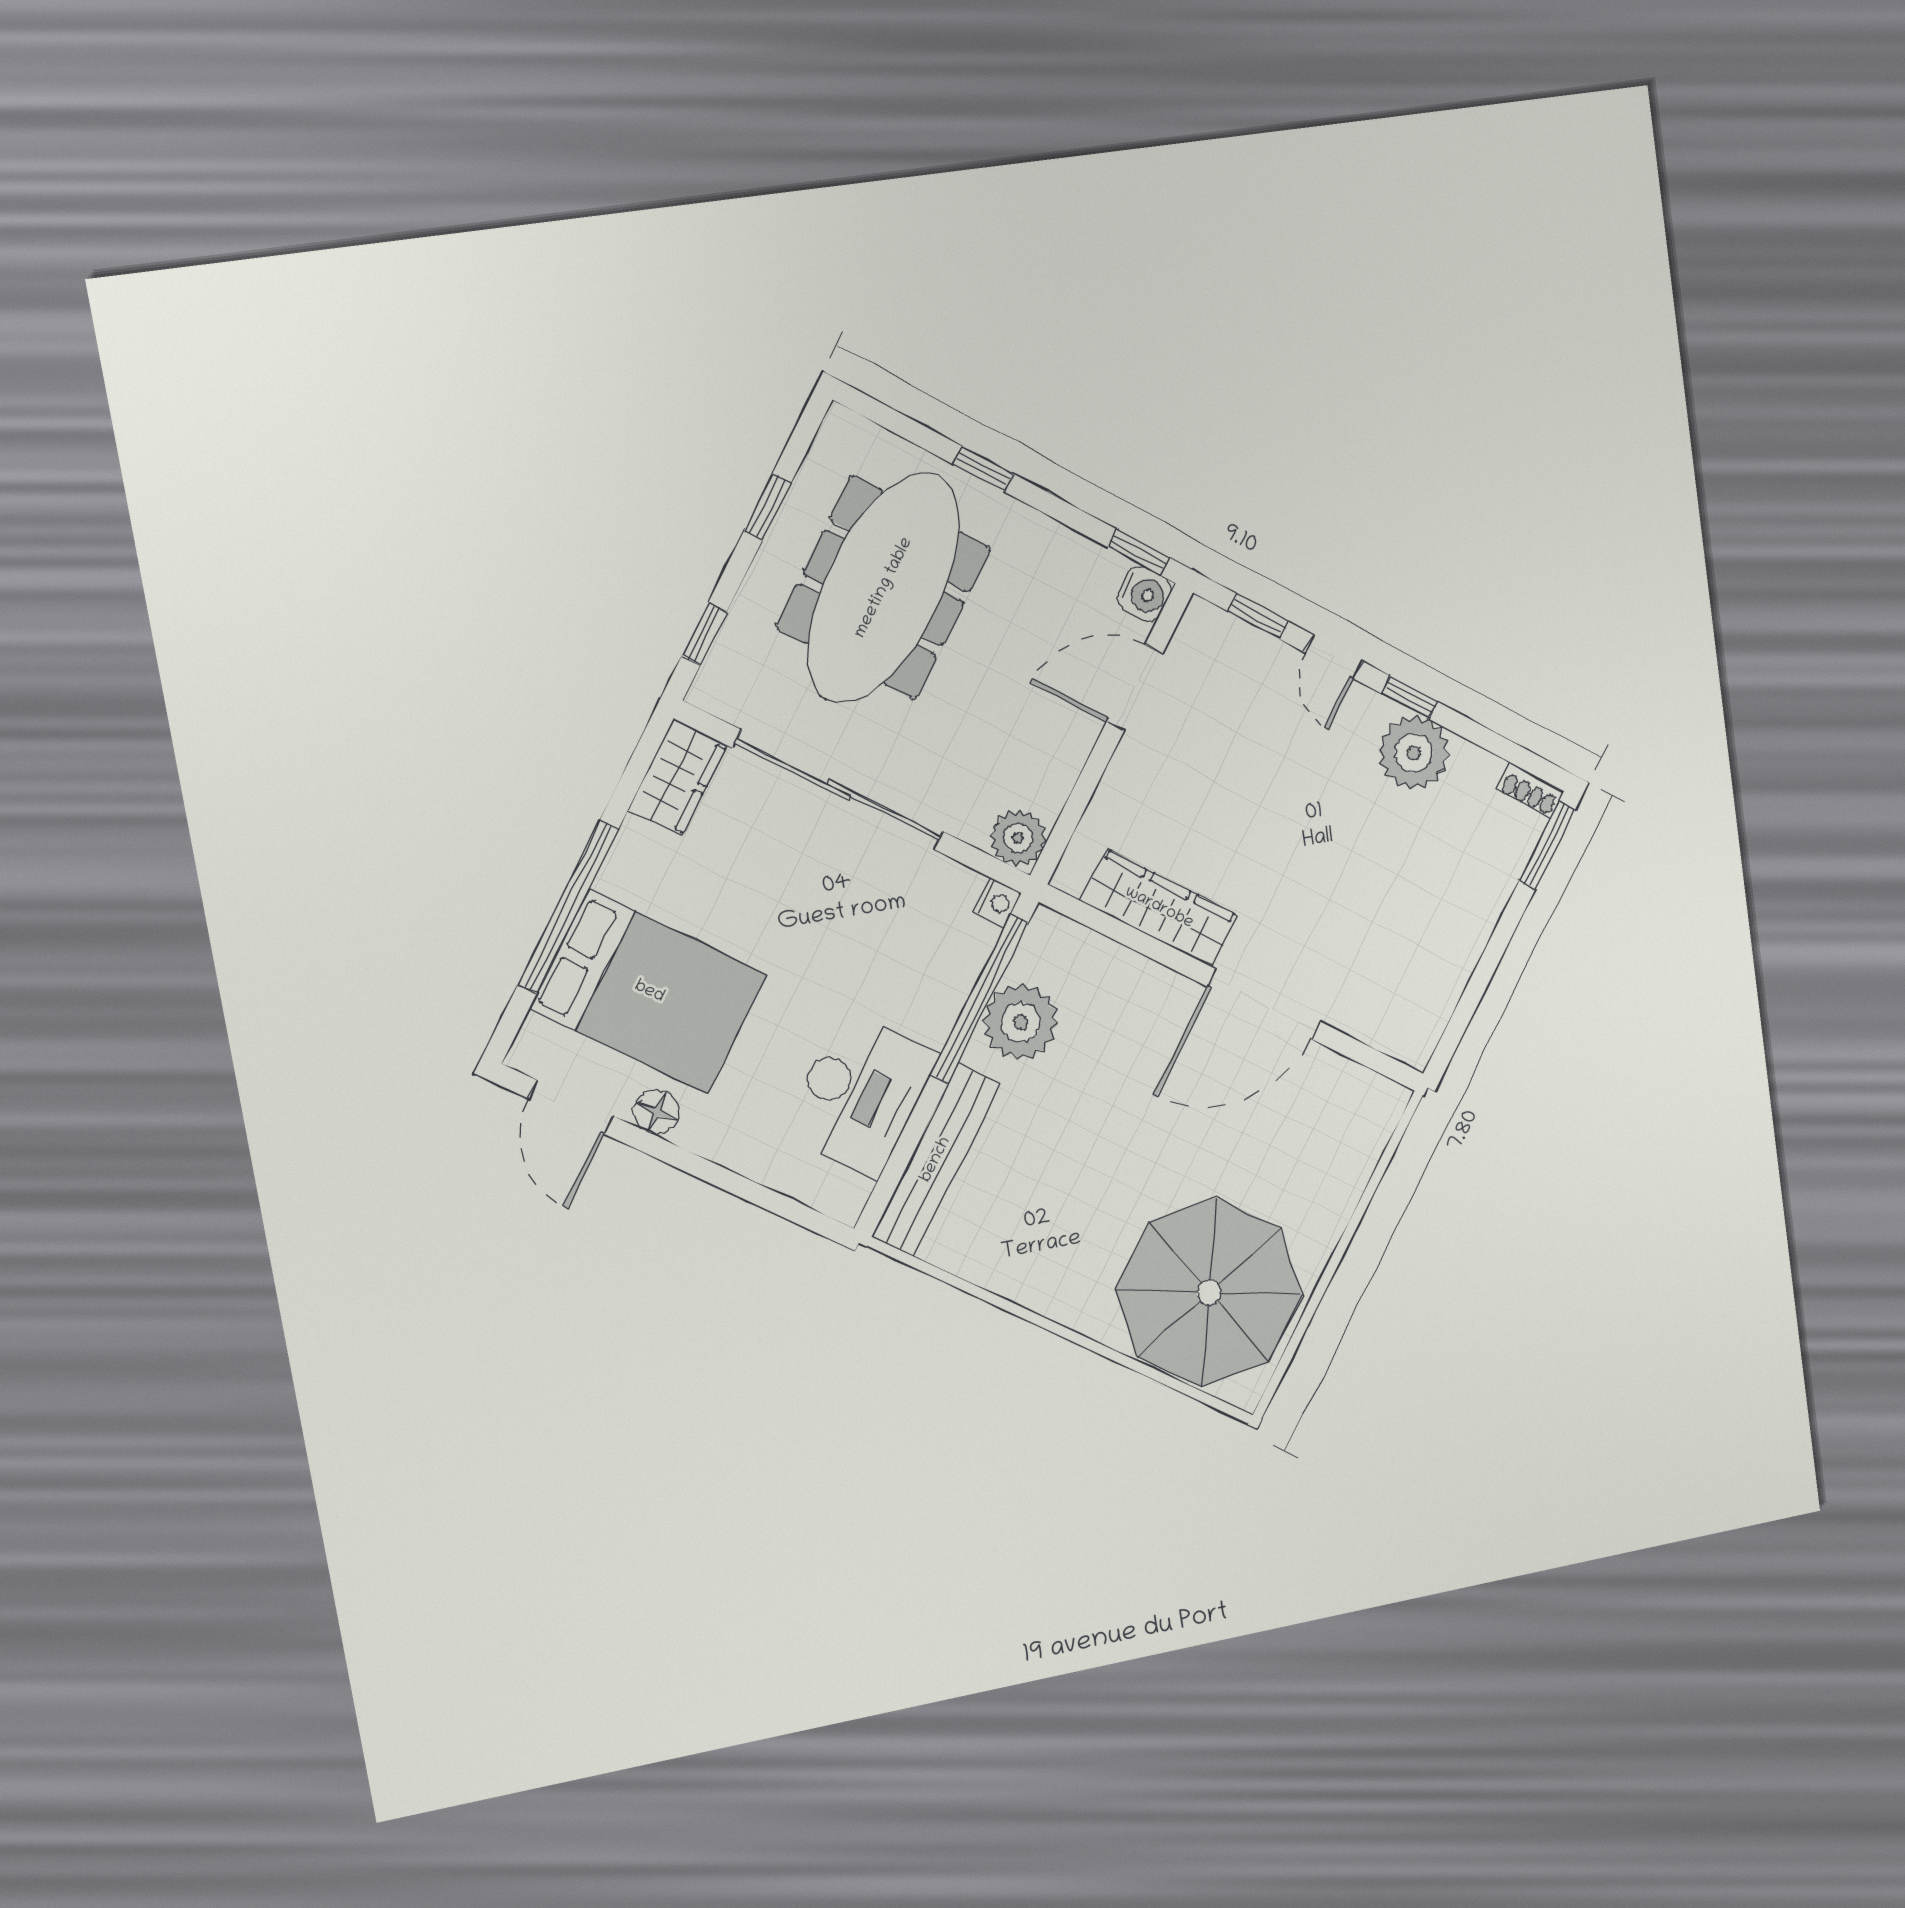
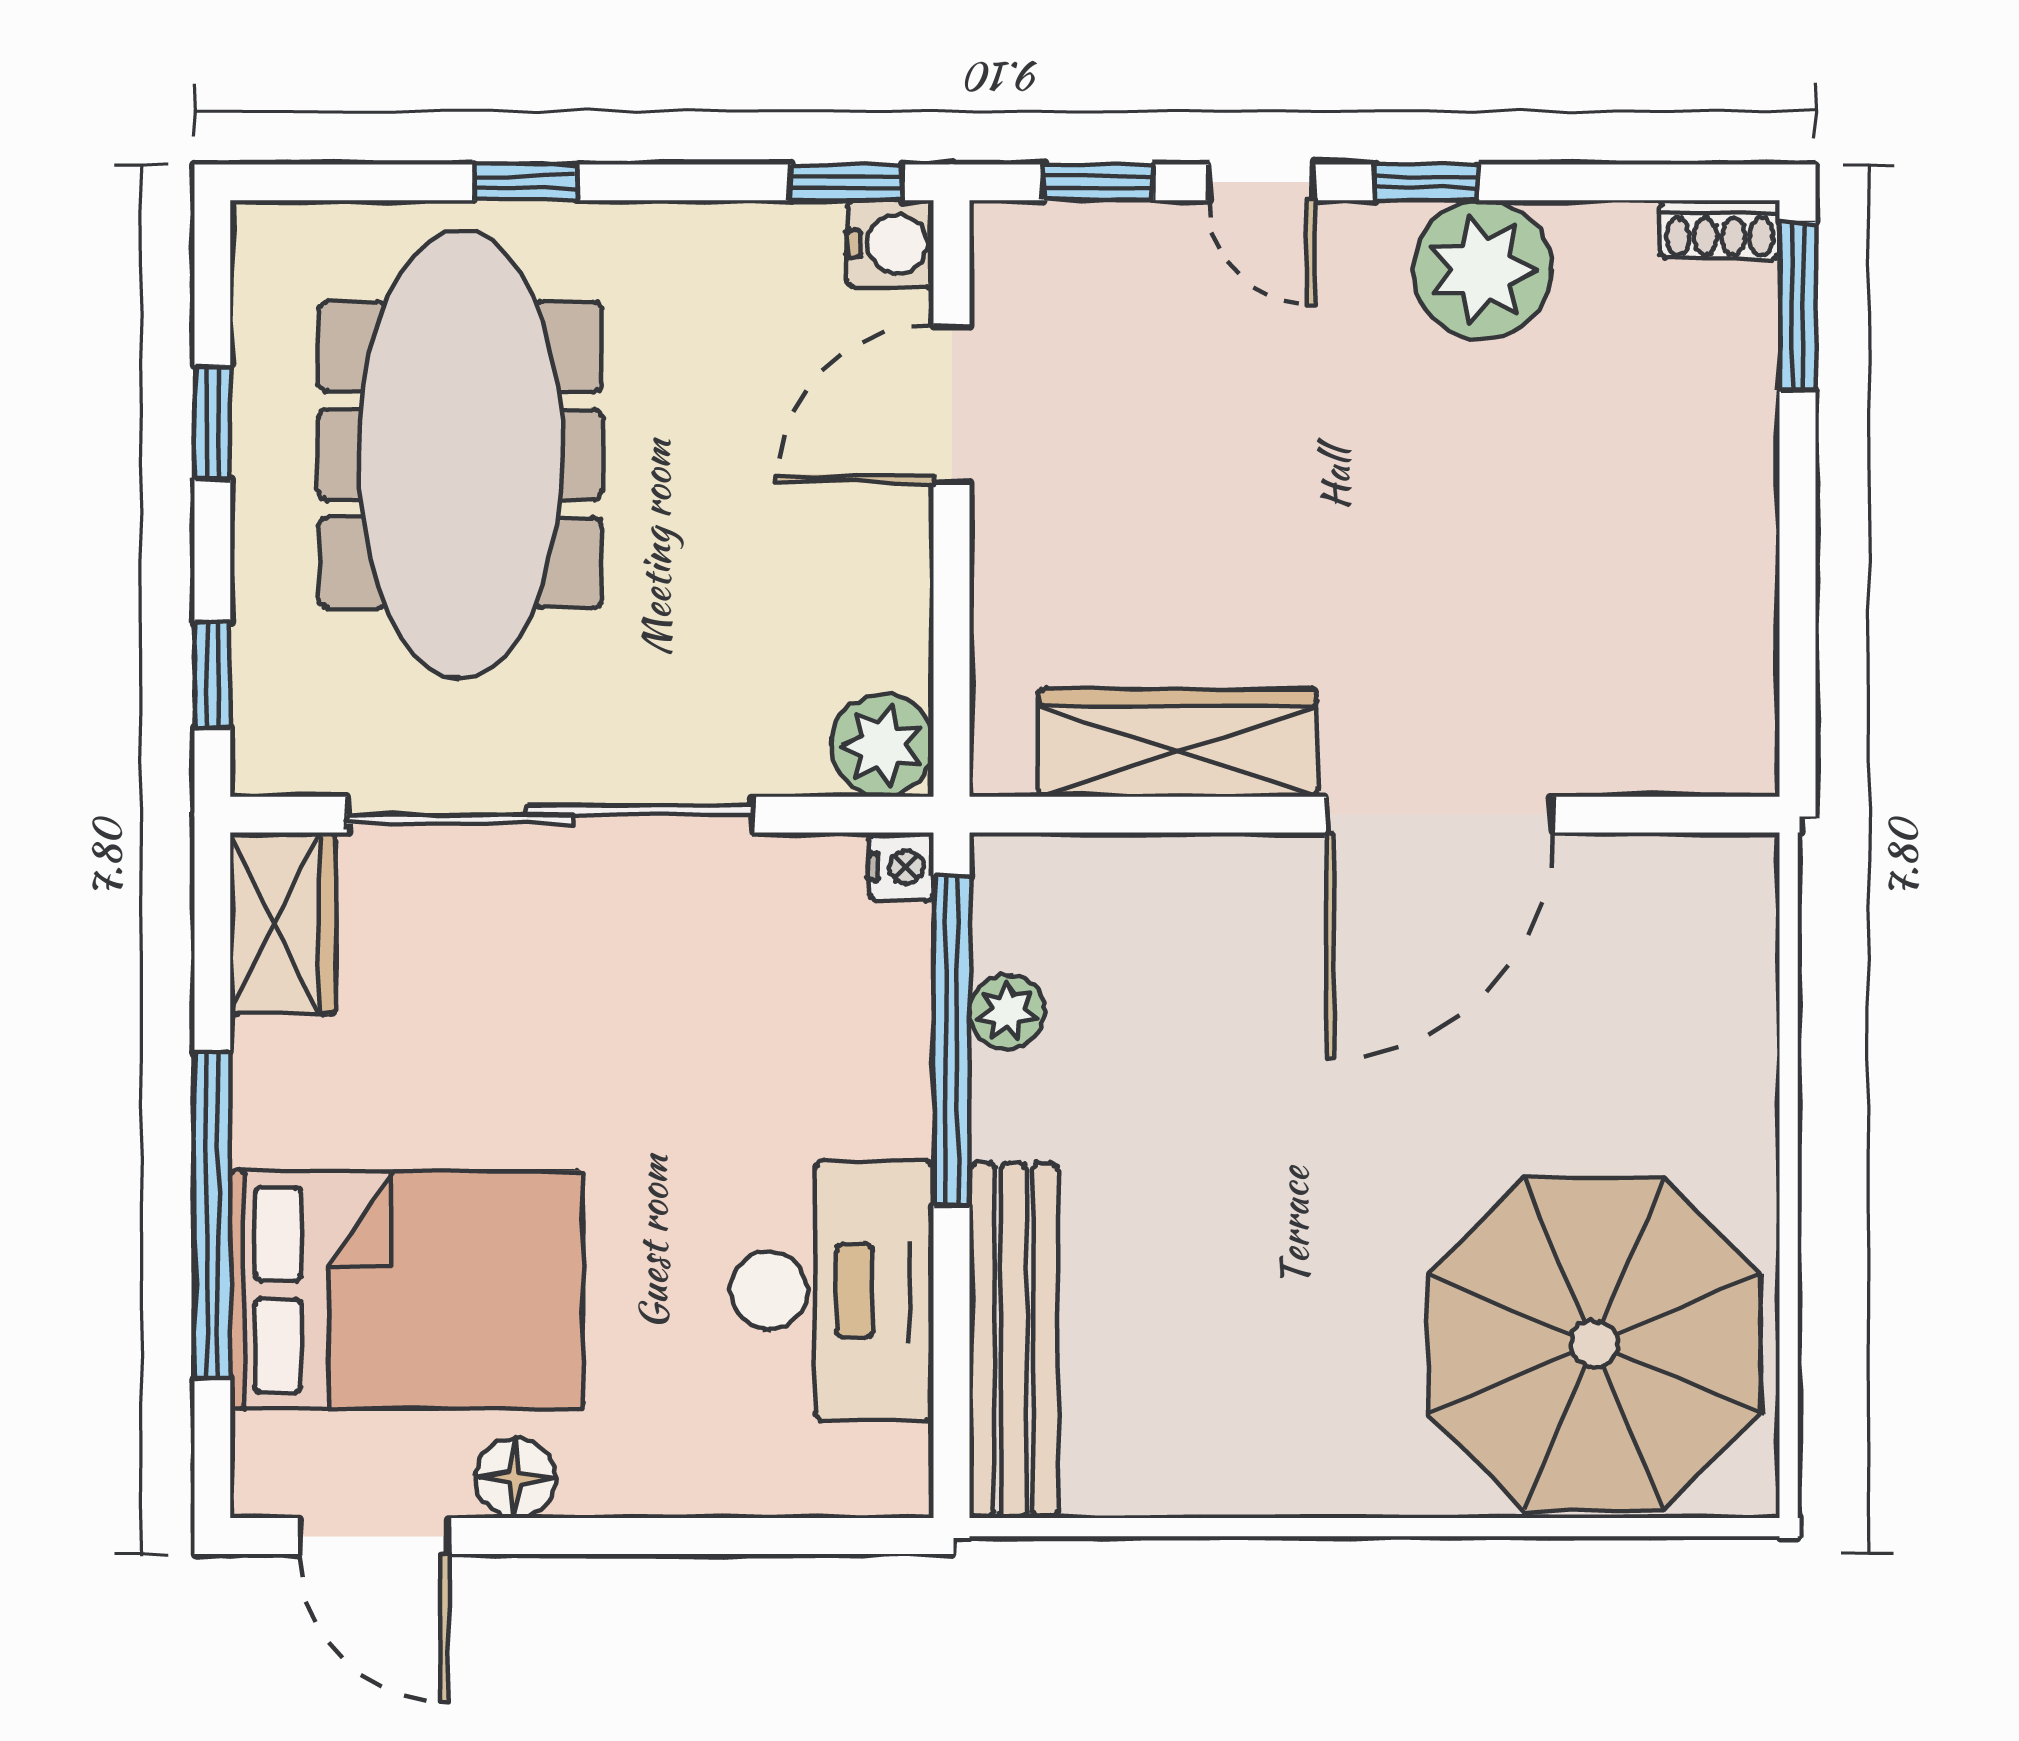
plant: (1021, 1022) -> (1007, 1012), width x0.53, depth x0.53

